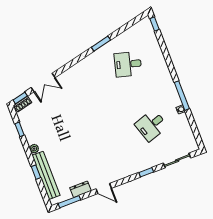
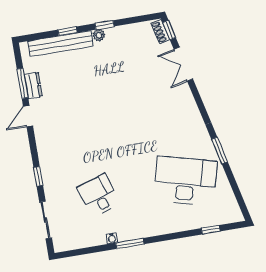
window: (155, 24) -> (211, 230), moved
desk: (128, 64) -> (185, 181), width x1.87, depth x1.30
window: (182, 96) -> (130, 243), width x0.69
window: (20, 129) -> (104, 25), moved
window: (69, 202) -> (22, 83), moved

